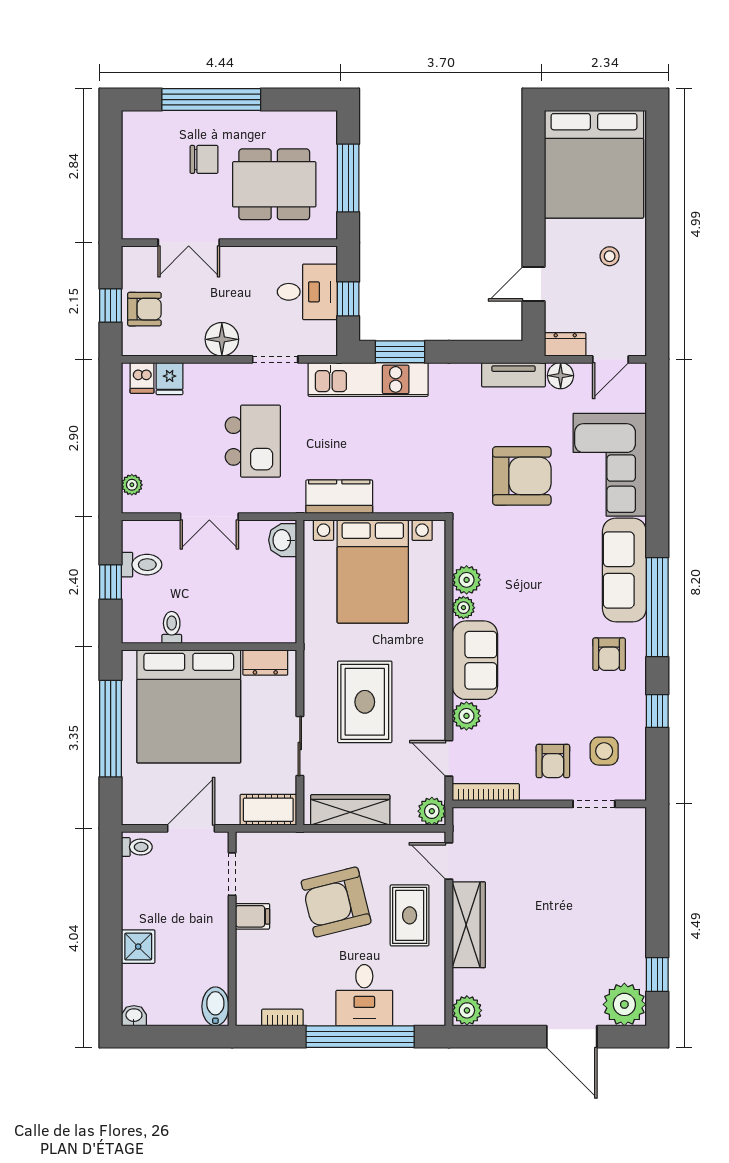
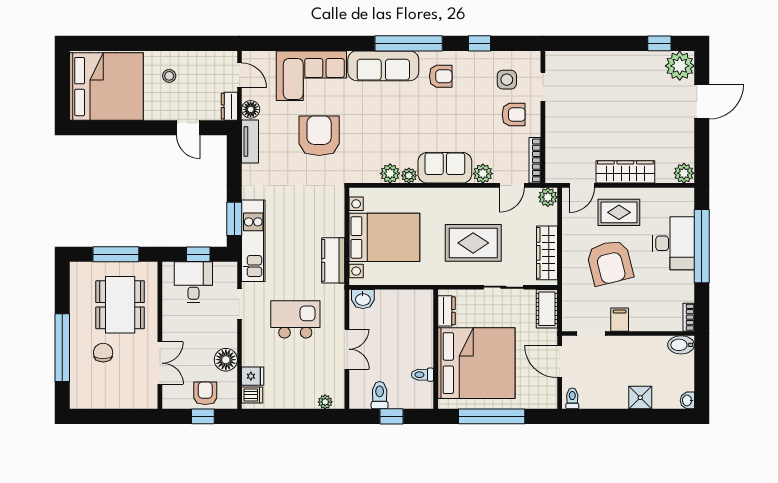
floor lamp: (222, 339) -> (226, 360), moved
desk: (364, 995) -> (673, 243), width x1.37
bookcase: (282, 1018) -> (689, 317), moved

